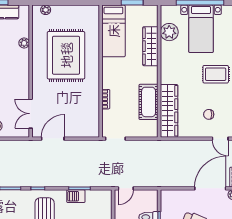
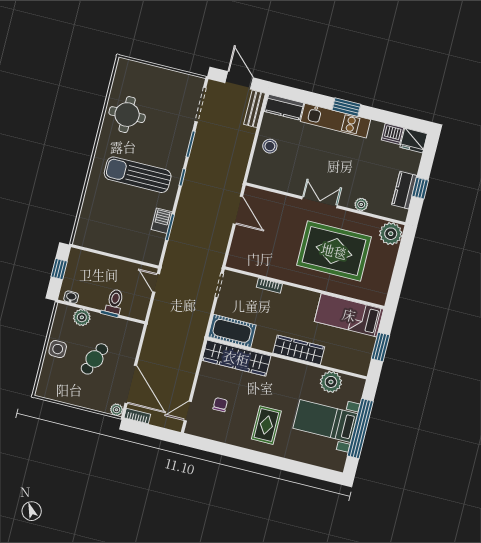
plant: (46, 10) -> (391, 234), width x1.87, depth x1.87
wardrobe: (150, 46) -> (299, 350), moved
cot: (149, 102) -> (232, 331), moved
double door: (31, 114) -> (320, 202), moved

